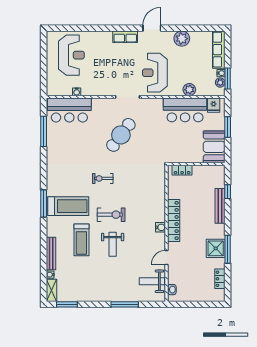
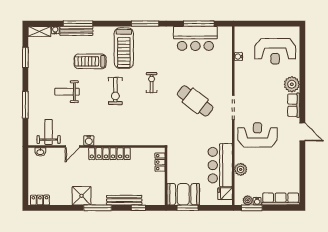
plant: (182, 39) -> (292, 84), moved
bar counter: (69, 110) -> (195, 38), moved, turned -90
window: (228, 127) -> (188, 208), moved
window: (44, 203) -> (145, 24), moved
water cooler: (161, 227) -> (89, 141), moved
weight bench: (113, 244) -> (67, 92), moved
window: (228, 249) -> (98, 208), moved
window: (44, 252) -> (78, 24), added
door: (167, 258) -> (72, 147), swing flipped
locker: (220, 279) -> (40, 200), moved
window: (67, 304) -> (25, 57), moved

